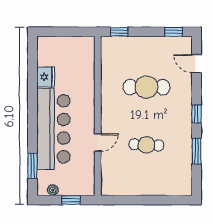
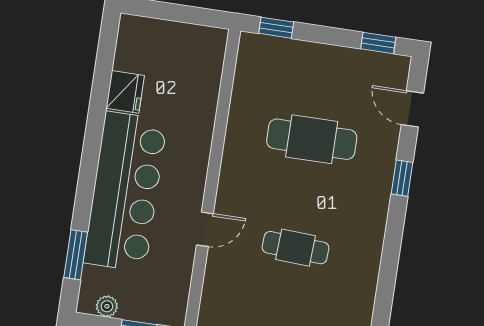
window: (196, 114) -> (402, 178), moved
window: (196, 151) -> (388, 273), removed

